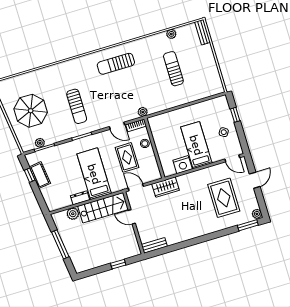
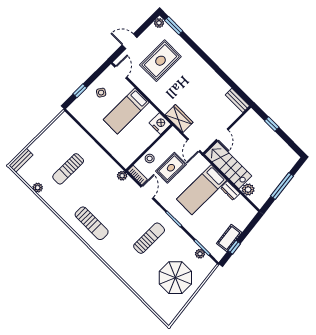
nightstand: (183, 165) -> (160, 124), moved

